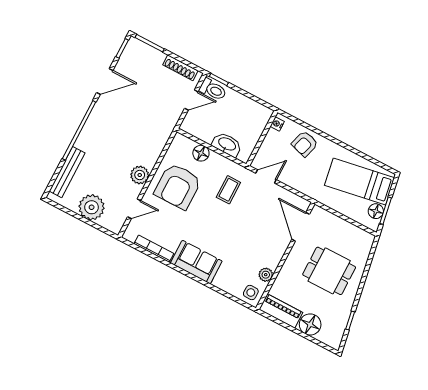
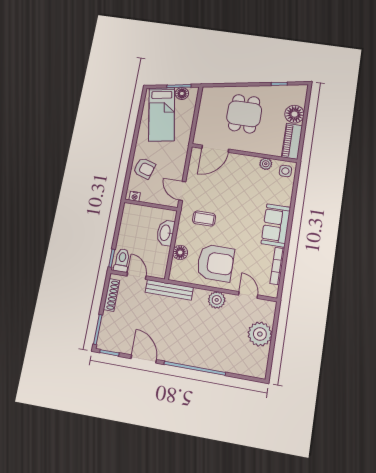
bench: (67, 172) -> (169, 290), moved

